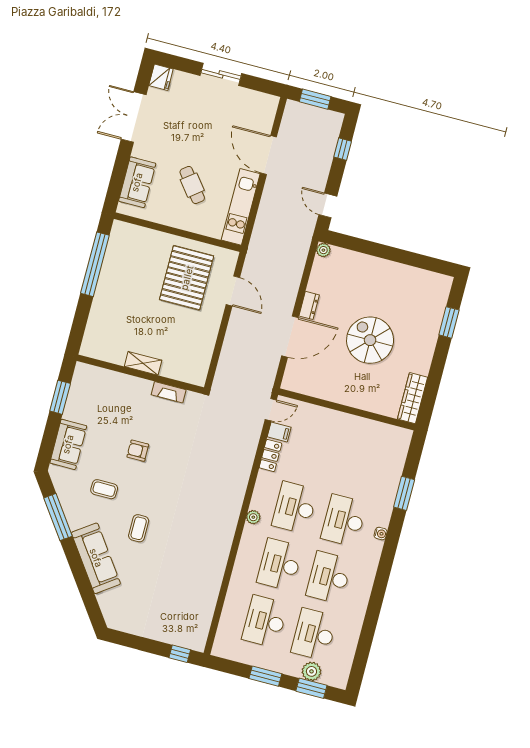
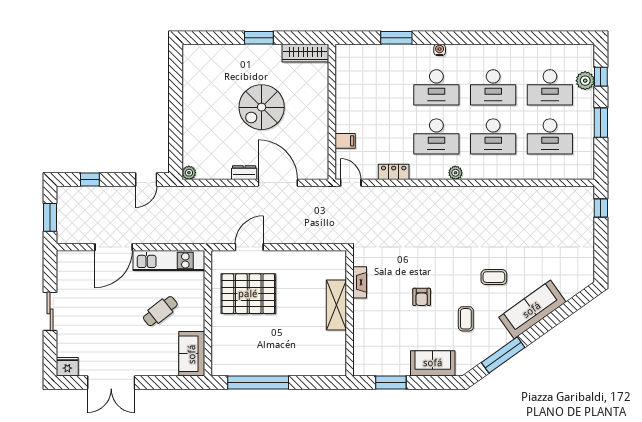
sofa: (137, 182) -> (192, 354), moved, turned -90
window: (449, 322) -> (259, 38), moved
shelving: (143, 363) -> (336, 305), width x1.50, depth x1.33
filing cabinet: (279, 432) -> (345, 141), moved, turned 90
window: (311, 688) -> (601, 77), width x0.67

